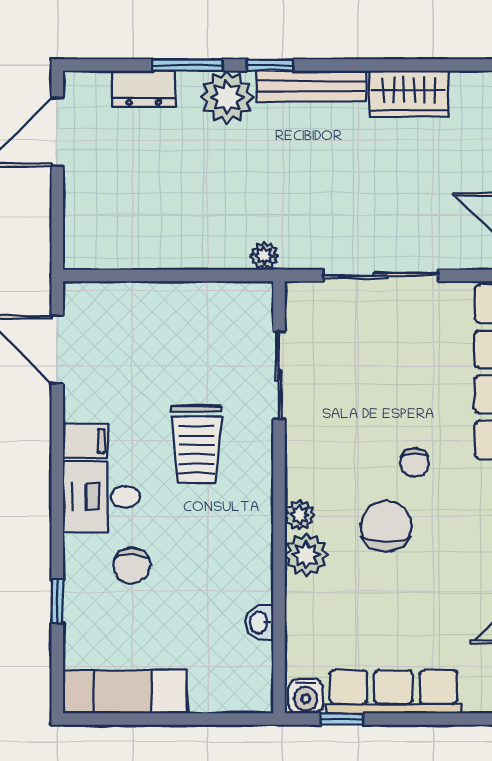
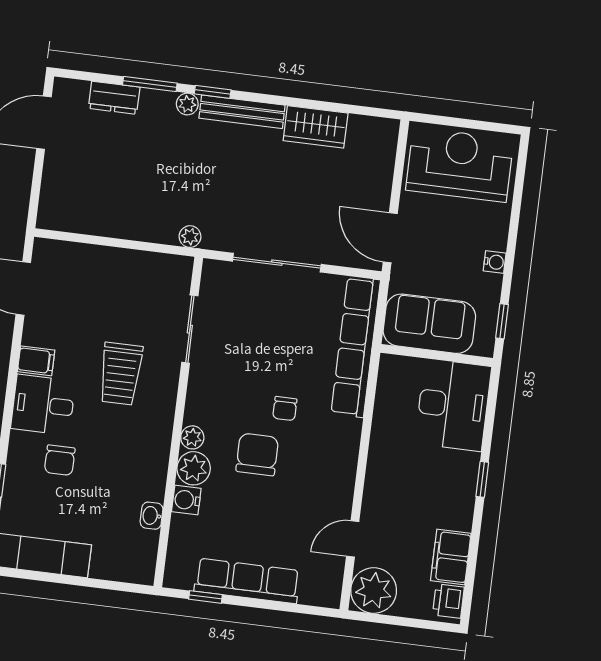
plant: (227, 97) -> (187, 104), width x0.53, depth x0.53
water cooler: (306, 696) -> (186, 500), moved, turned 90

